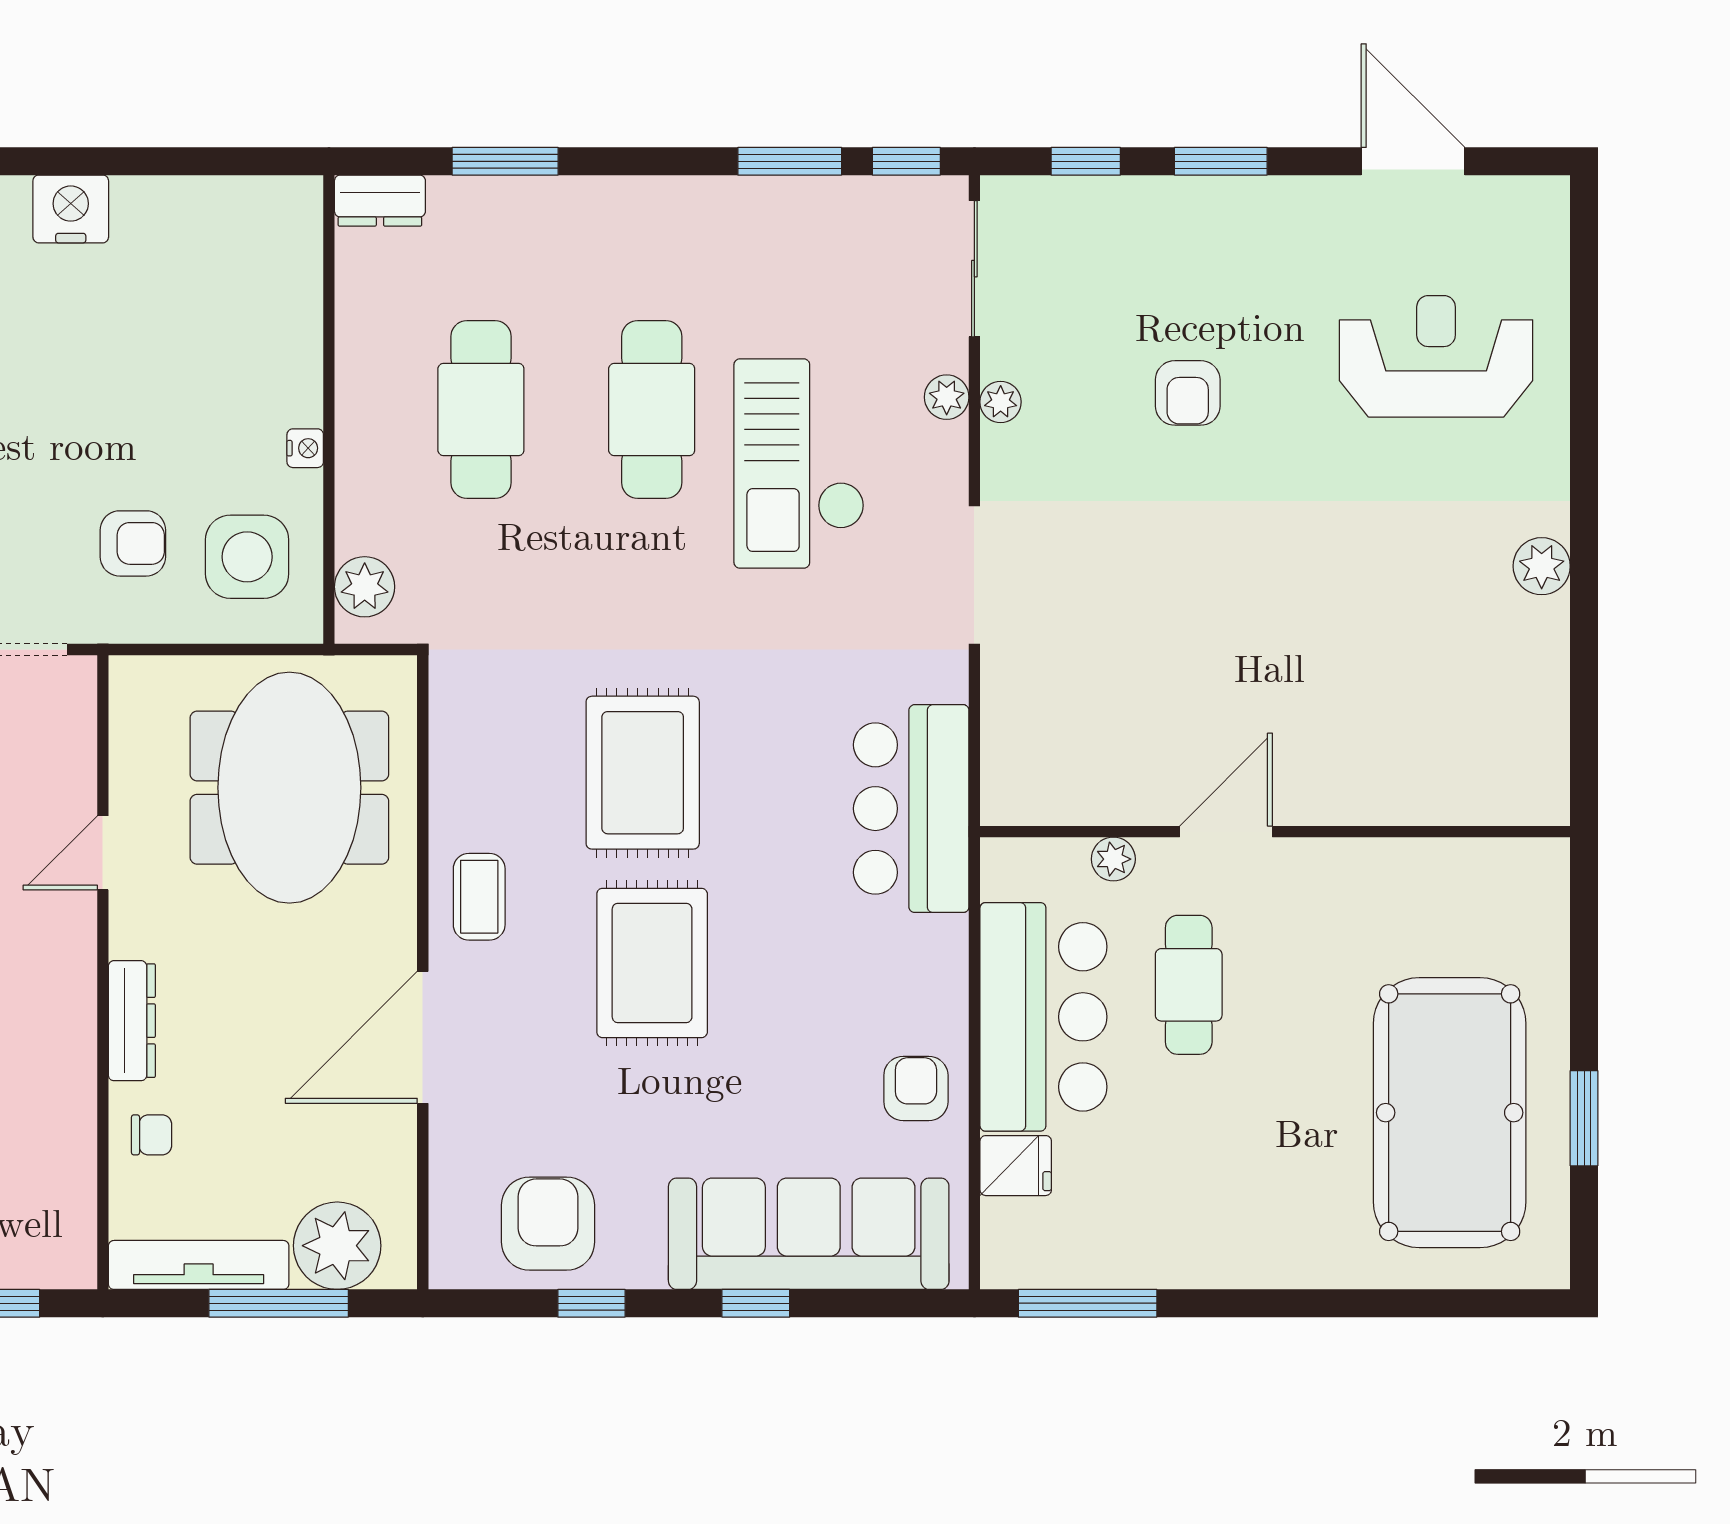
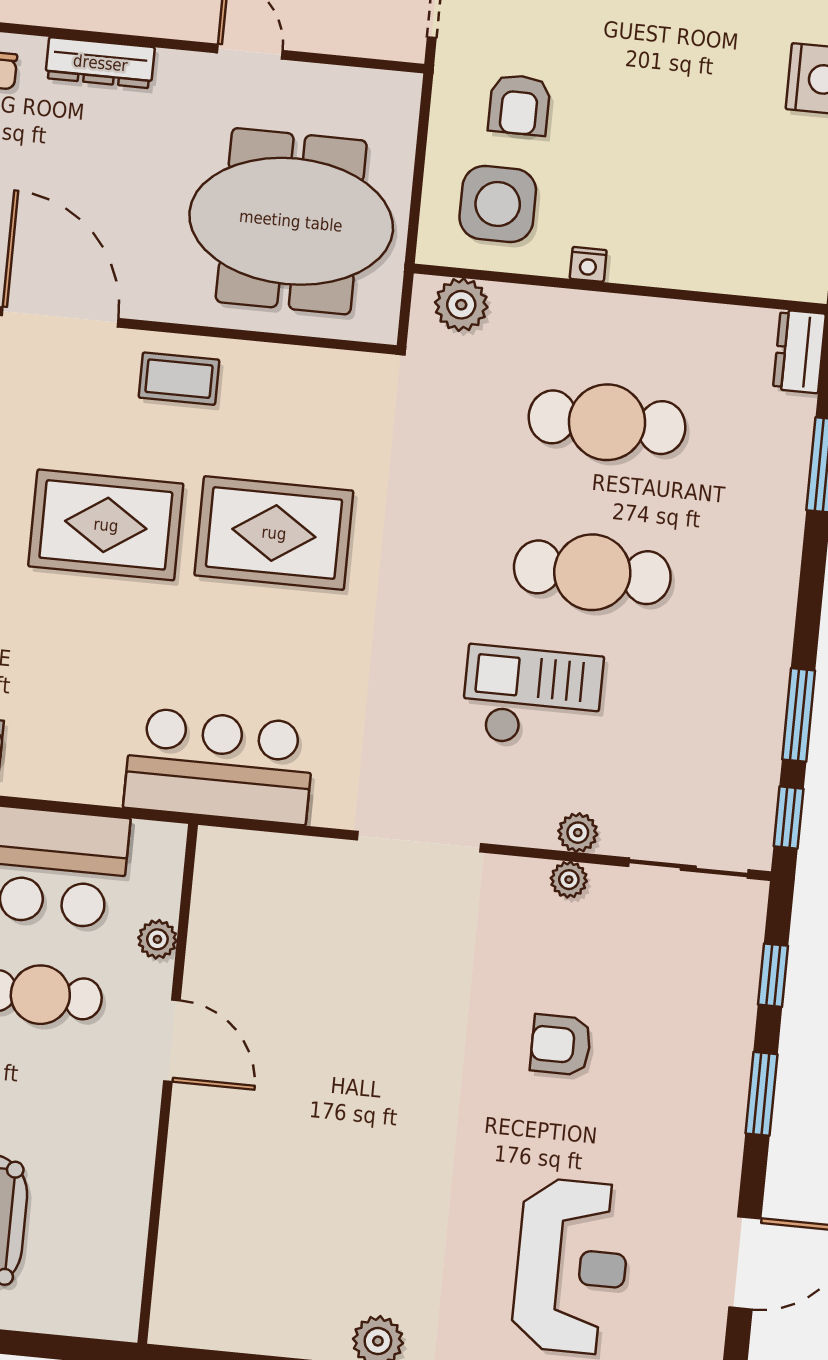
checkout: (799, 464) -> (532, 697), width x0.73, depth x0.83

